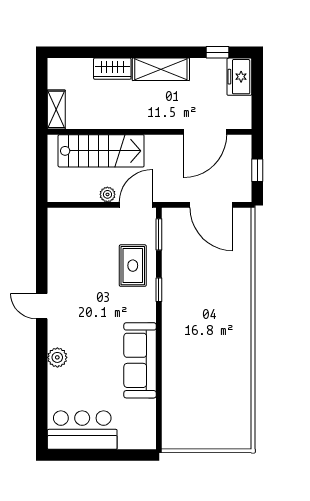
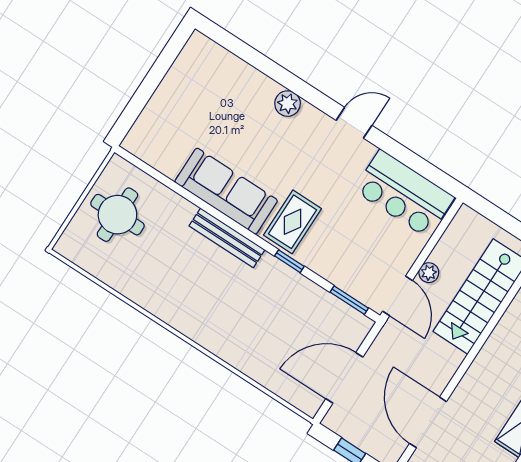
rug: (133, 266) -> (293, 222), moved, turned 90
bench: (170, 340) -> (227, 238), added
round table: (201, 421) -> (117, 215), added
bar counter: (82, 430) -> (404, 194), moved, turned 90

